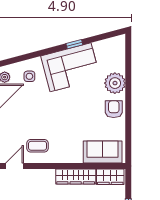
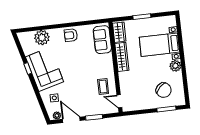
plant: (115, 83) -> (42, 38), moved

